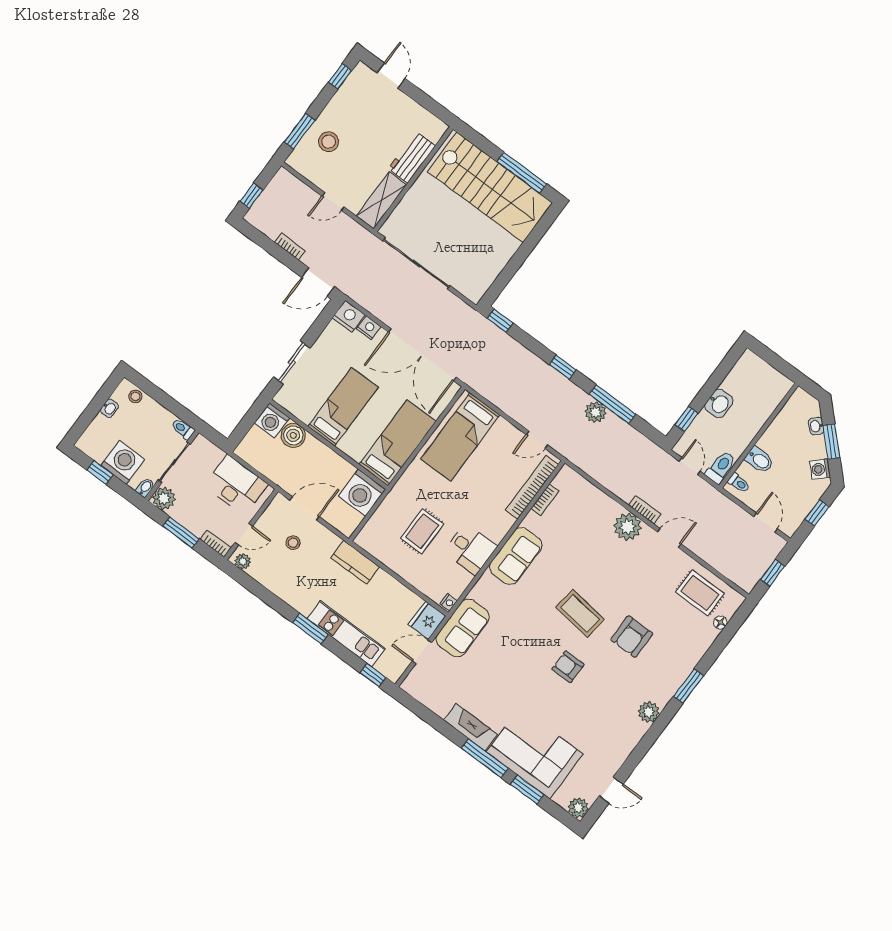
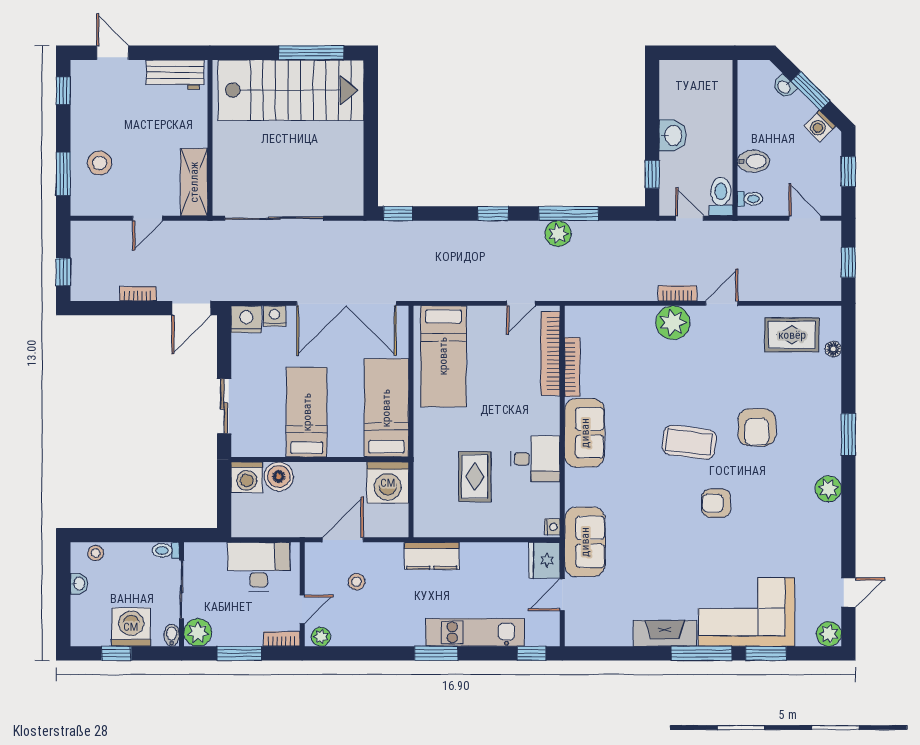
workbench: (412, 157) -> (175, 75), moved, turned -90
bookcase: (545, 500) -> (572, 367), width x1.56

